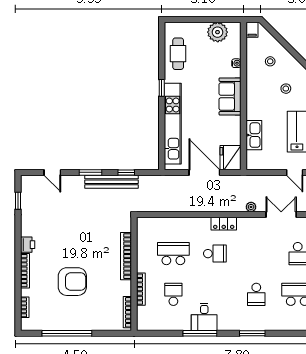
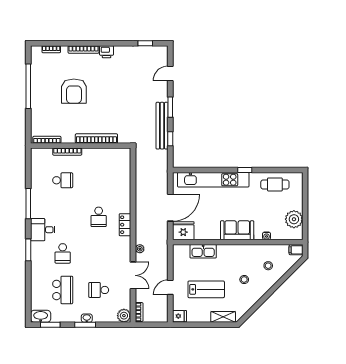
school desk: (173, 254) -> (99, 180), removed
school desk: (256, 294) -> (63, 253), turned -90
desk: (204, 317) -> (43, 230), moved

